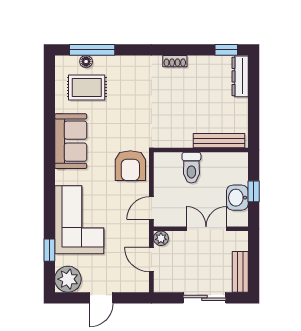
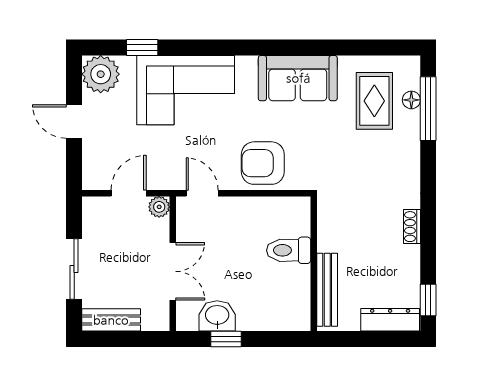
bench: (219, 141) -> (327, 290), moved
wall: (201, 150) -> (314, 264), moved
toilet: (191, 168) -> (289, 250), moved

